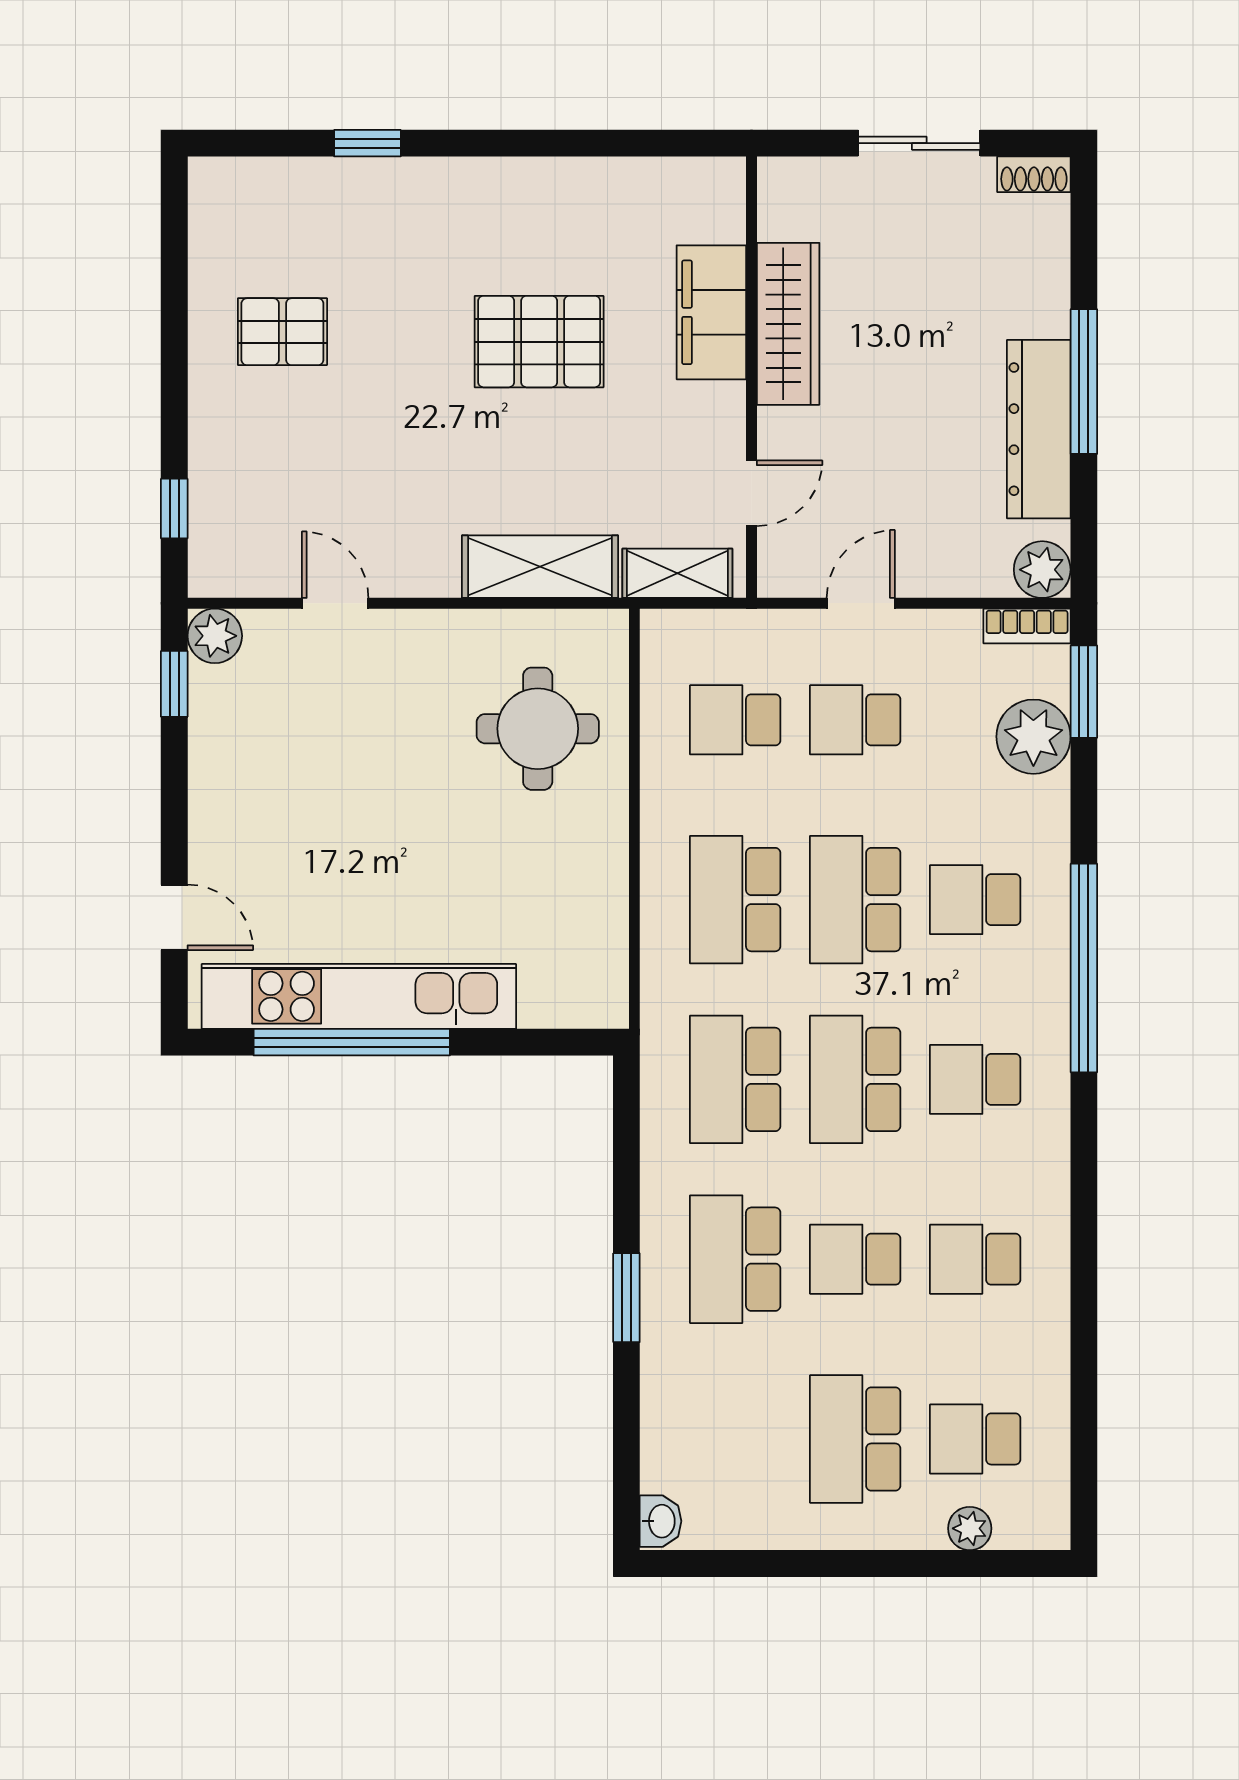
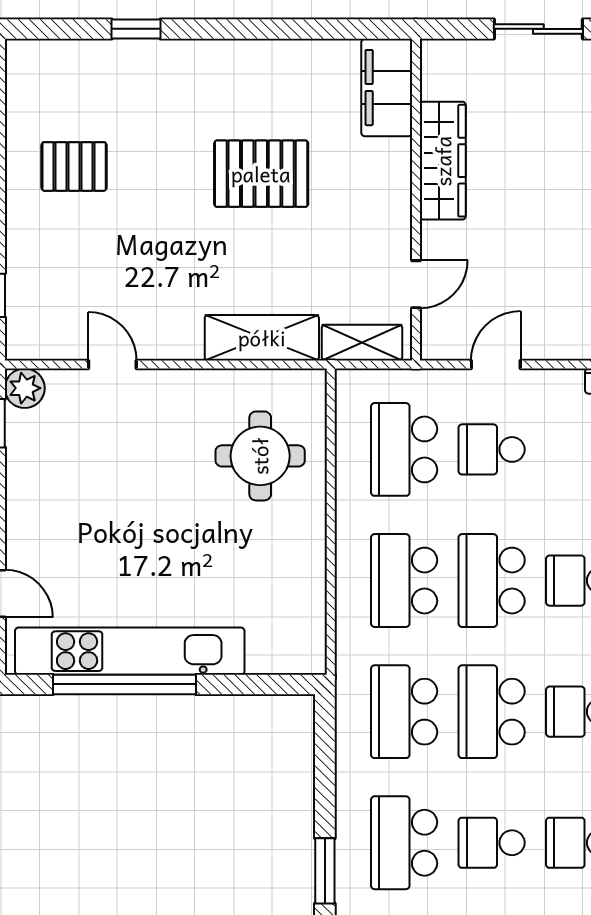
filing cabinet: (711, 312) -> (387, 88), moved
school desk: (735, 720) -> (404, 449), width x1.85

